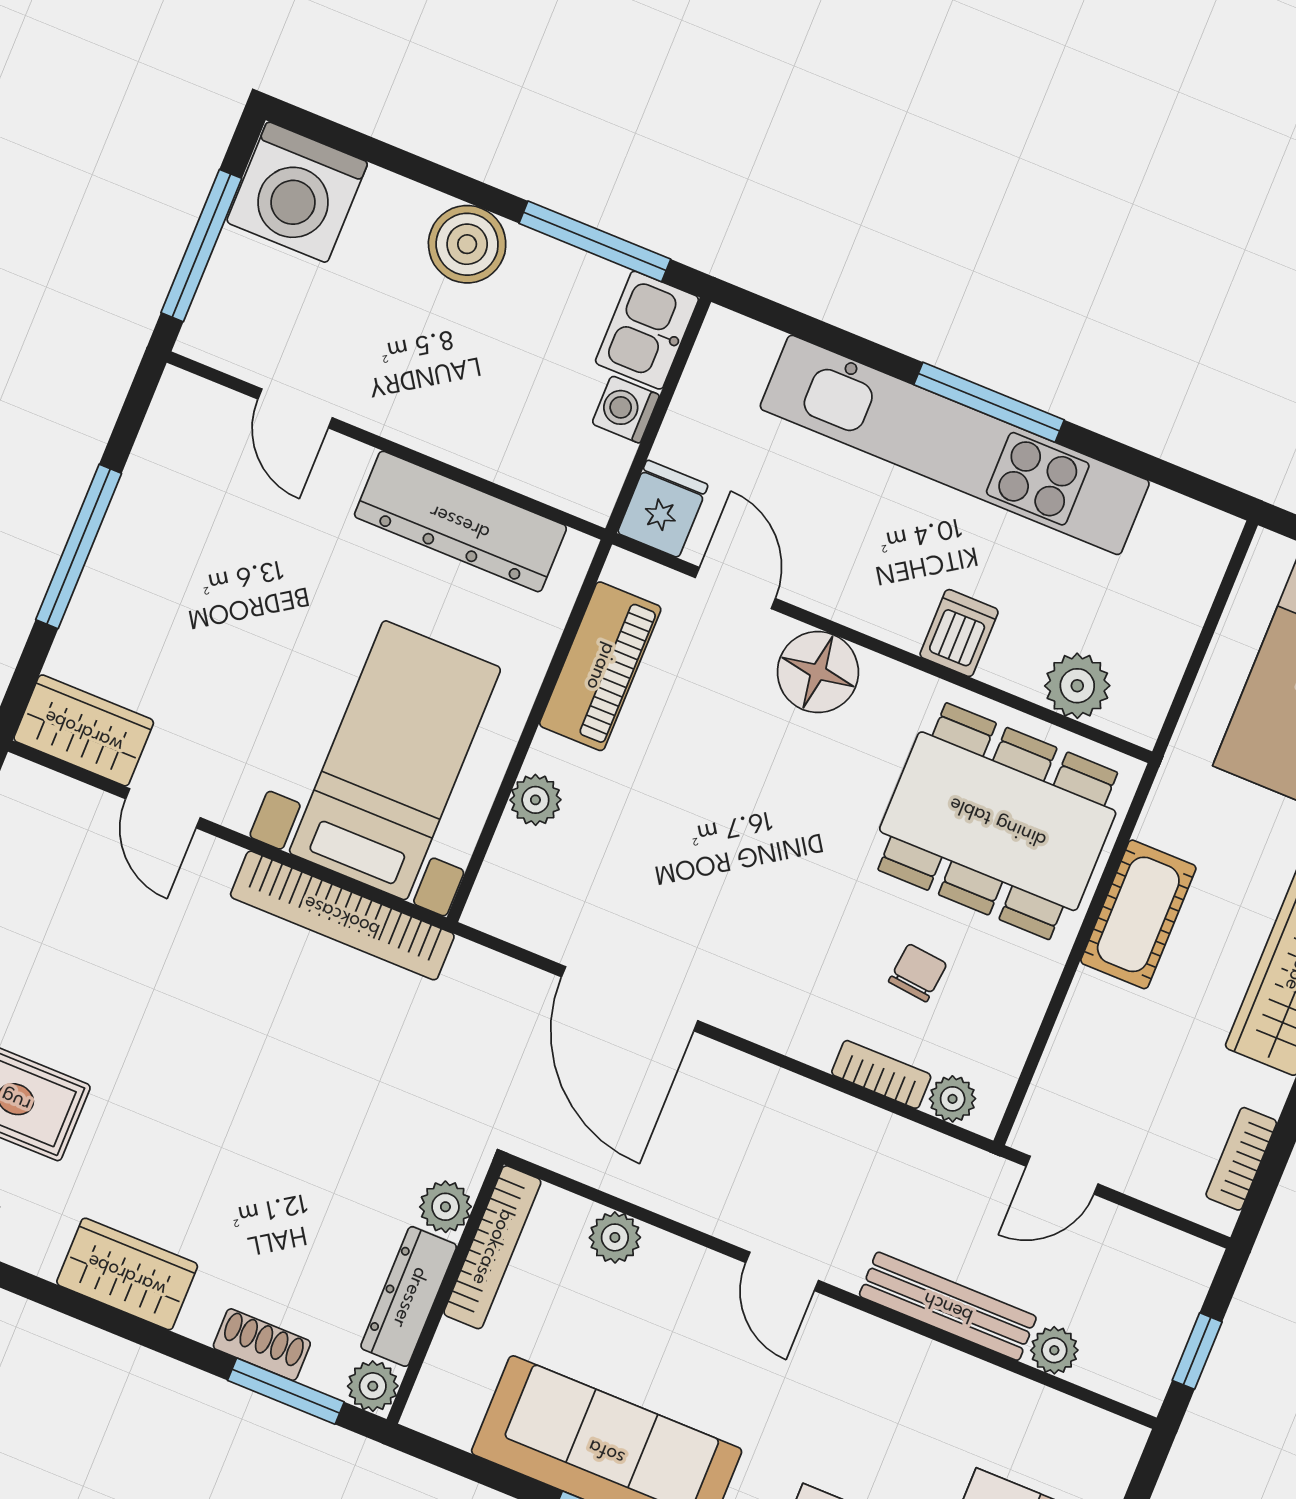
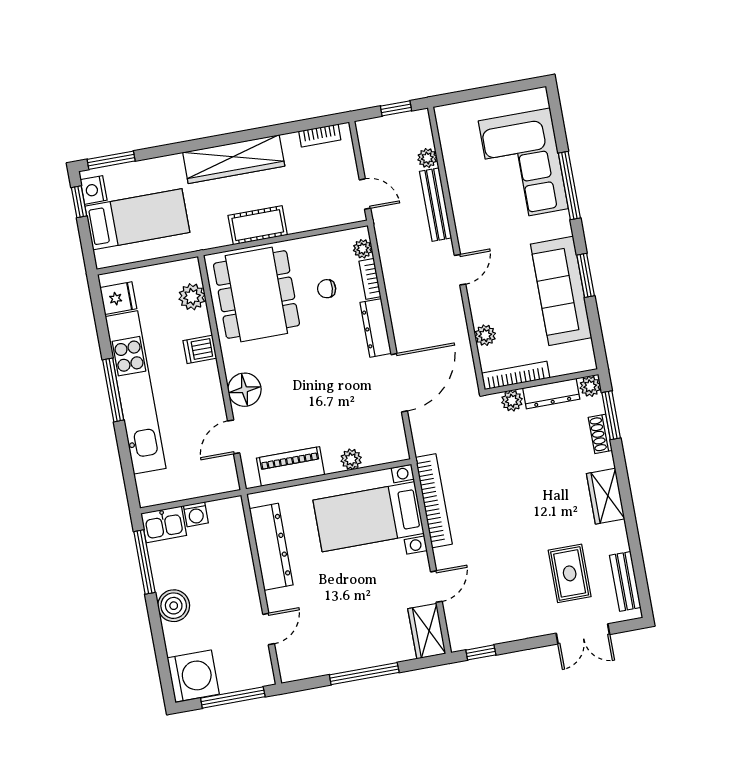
fridge: (663, 509) -> (118, 298), moved, turned 180
dresser: (773, 1022) -> (376, 328), added

